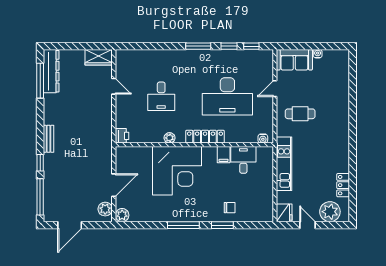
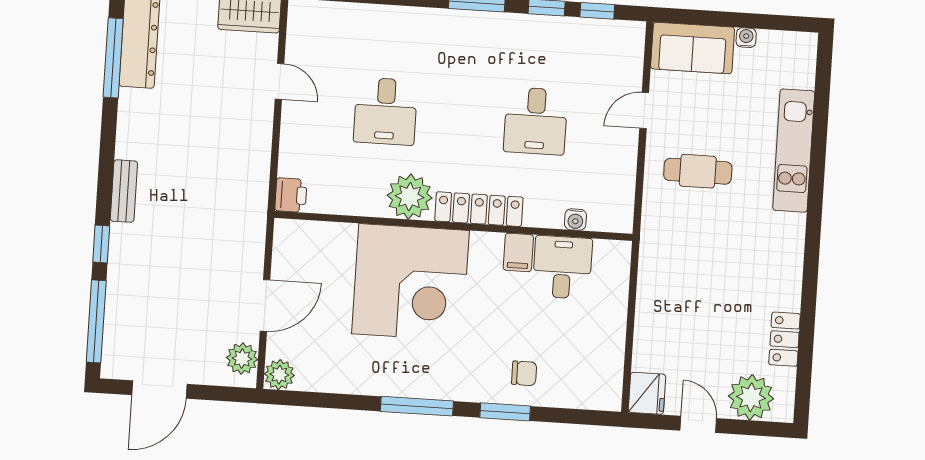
desk: (227, 96) -> (536, 121), width x0.53, depth x0.77
plant: (170, 138) -> (410, 197), width x1.87, depth x1.87
water cooler: (263, 139) -> (575, 220), moved
kitchen unit: (284, 164) -> (794, 151), moved, turned 180

